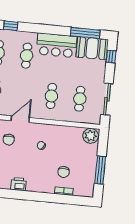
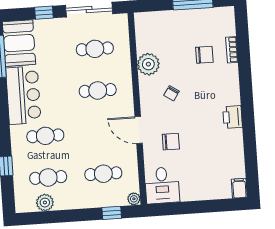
window: (111, 56) -> (44, 13), moved
plant: (90, 136) -> (148, 64), moved

